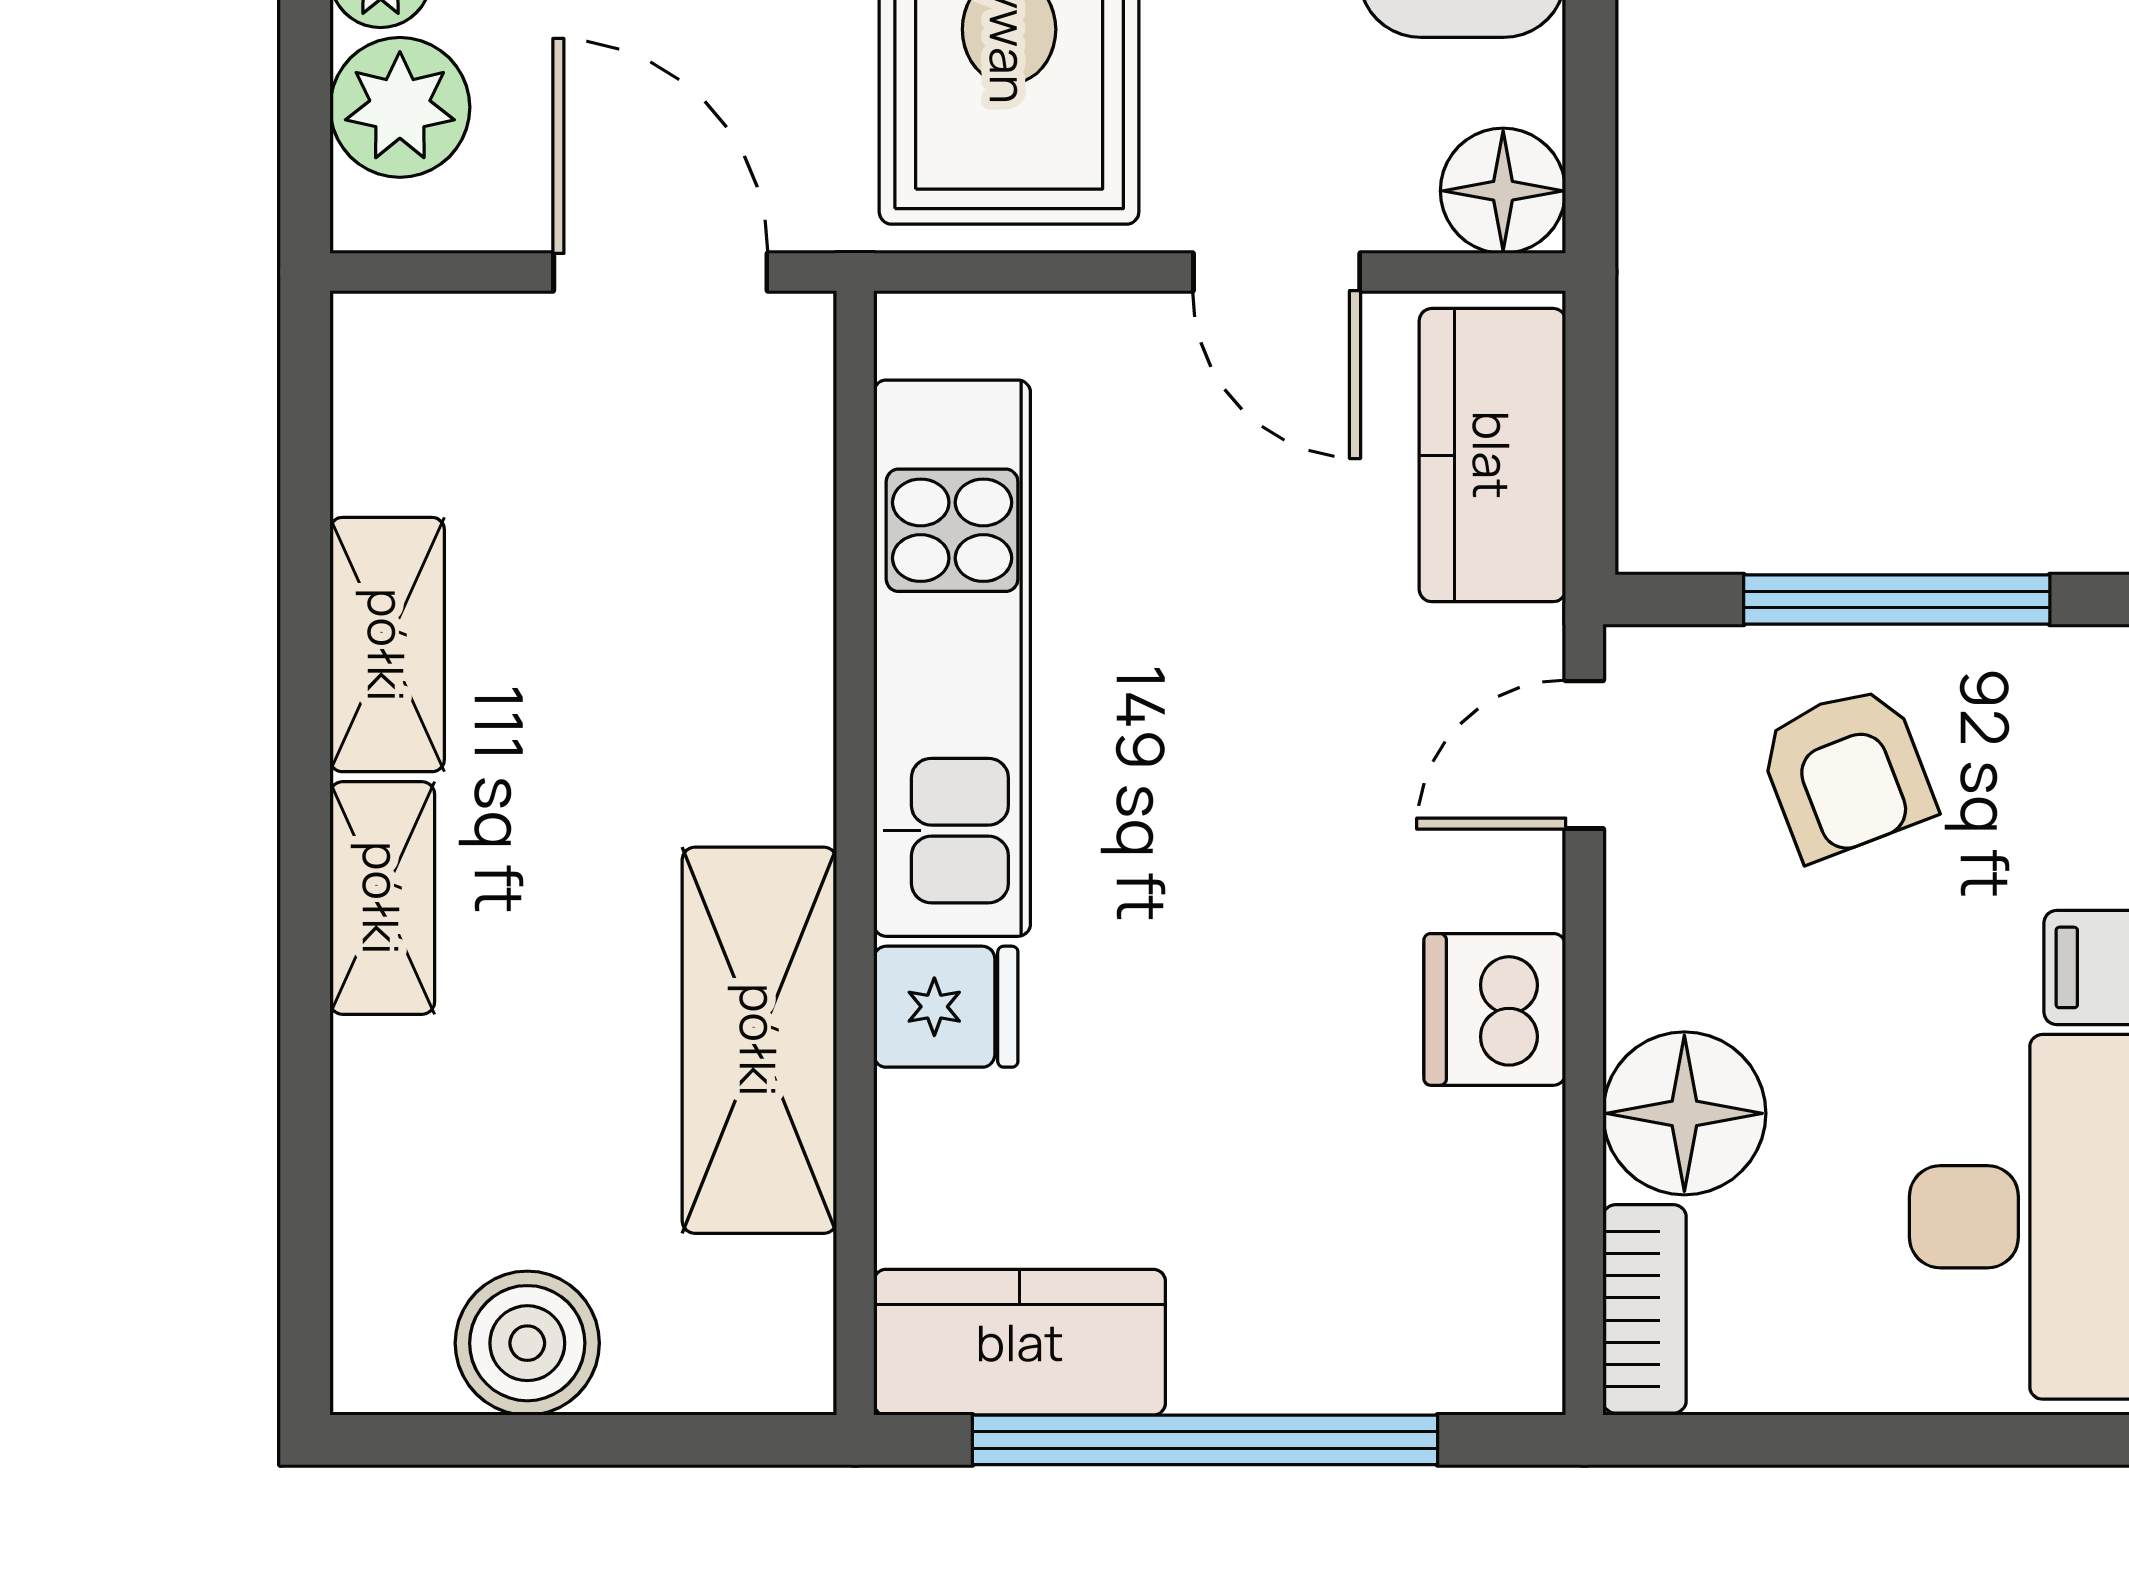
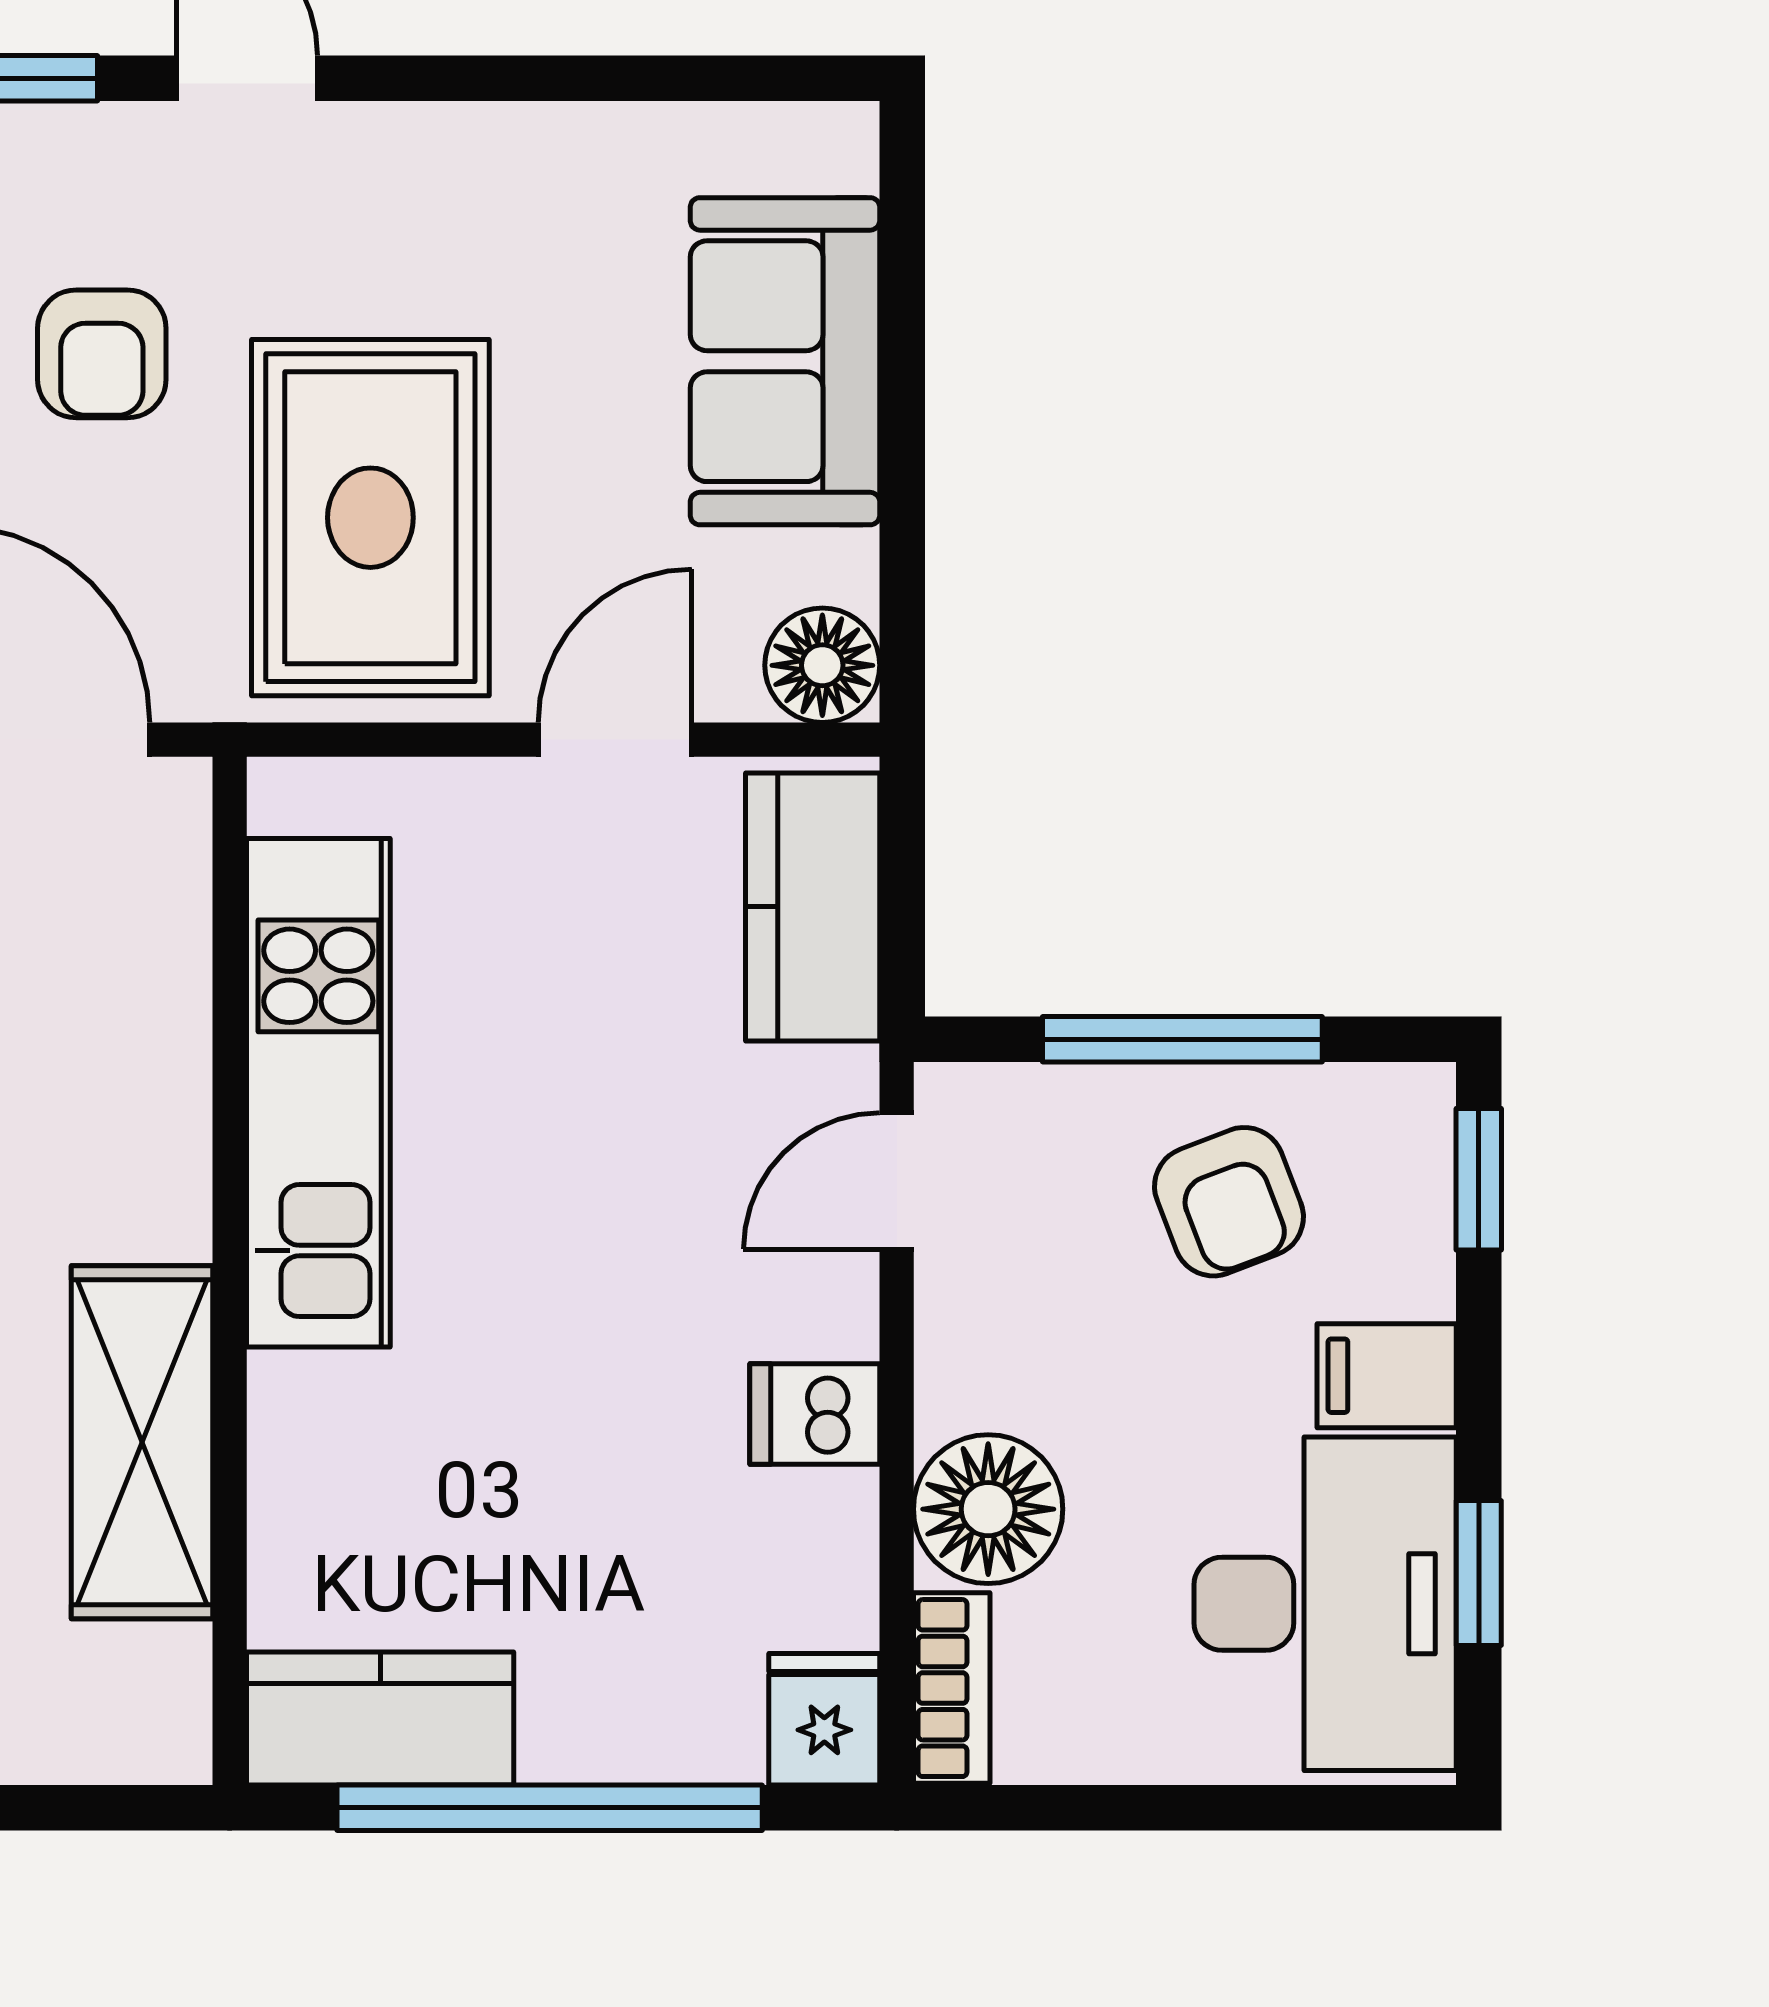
door: (1277, 272) -> (615, 740), swing flipped
armchair: (1846, 772) -> (1229, 1202), moved
fridge: (946, 1007) -> (824, 1719), moved, turned -90
dishwasher: (1495, 1009) -> (815, 1414), width x0.73

